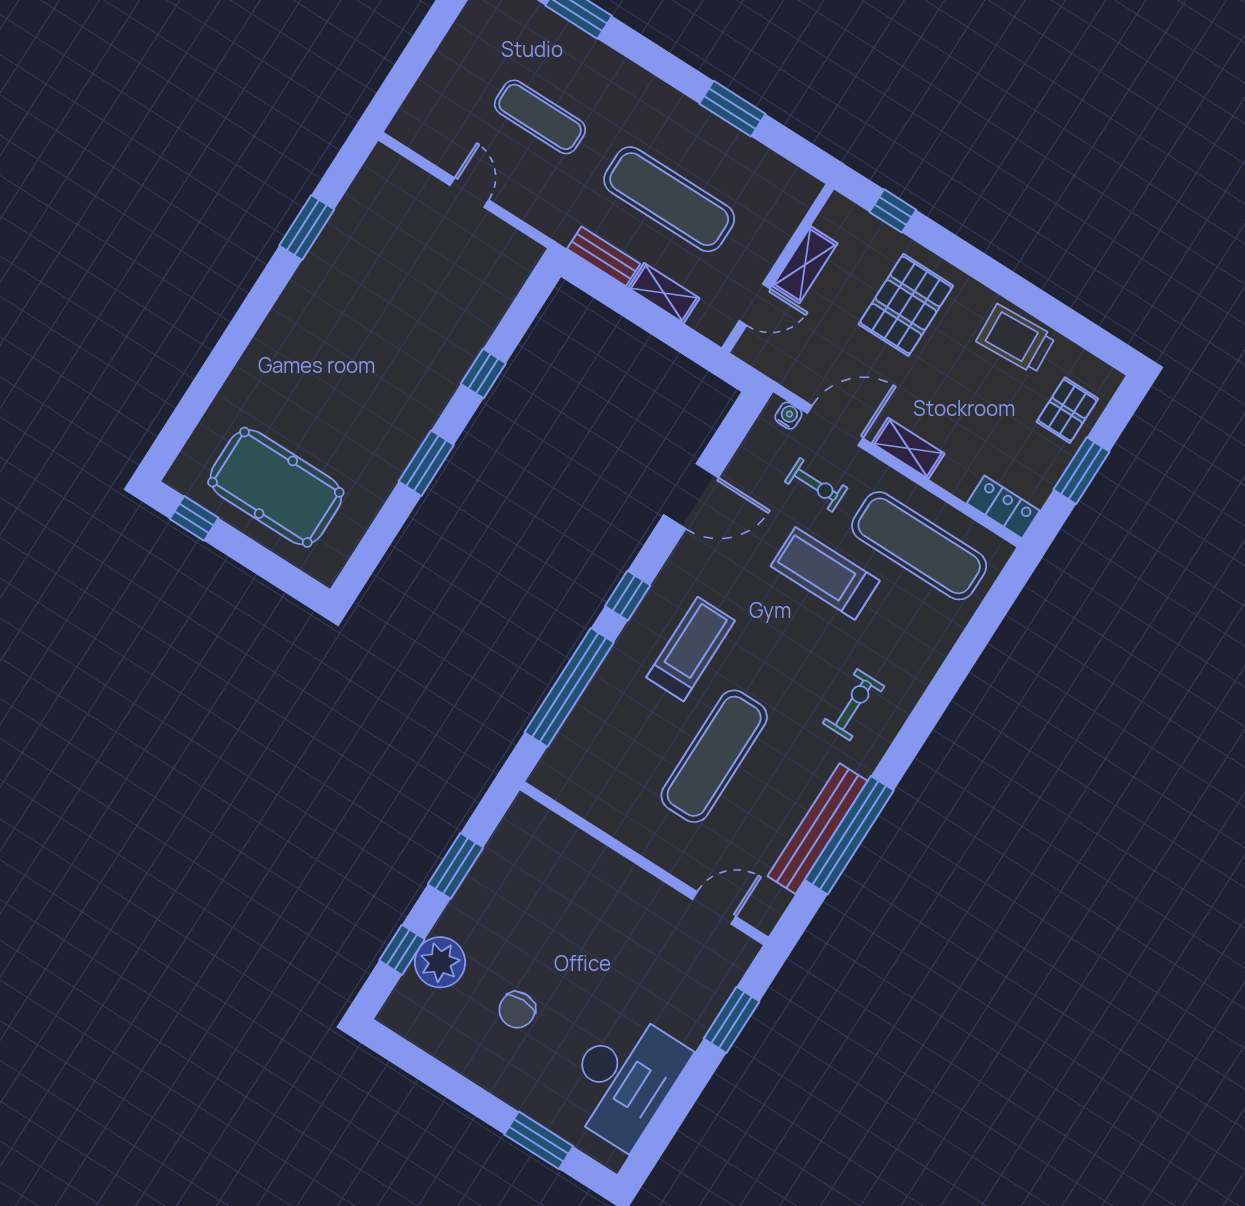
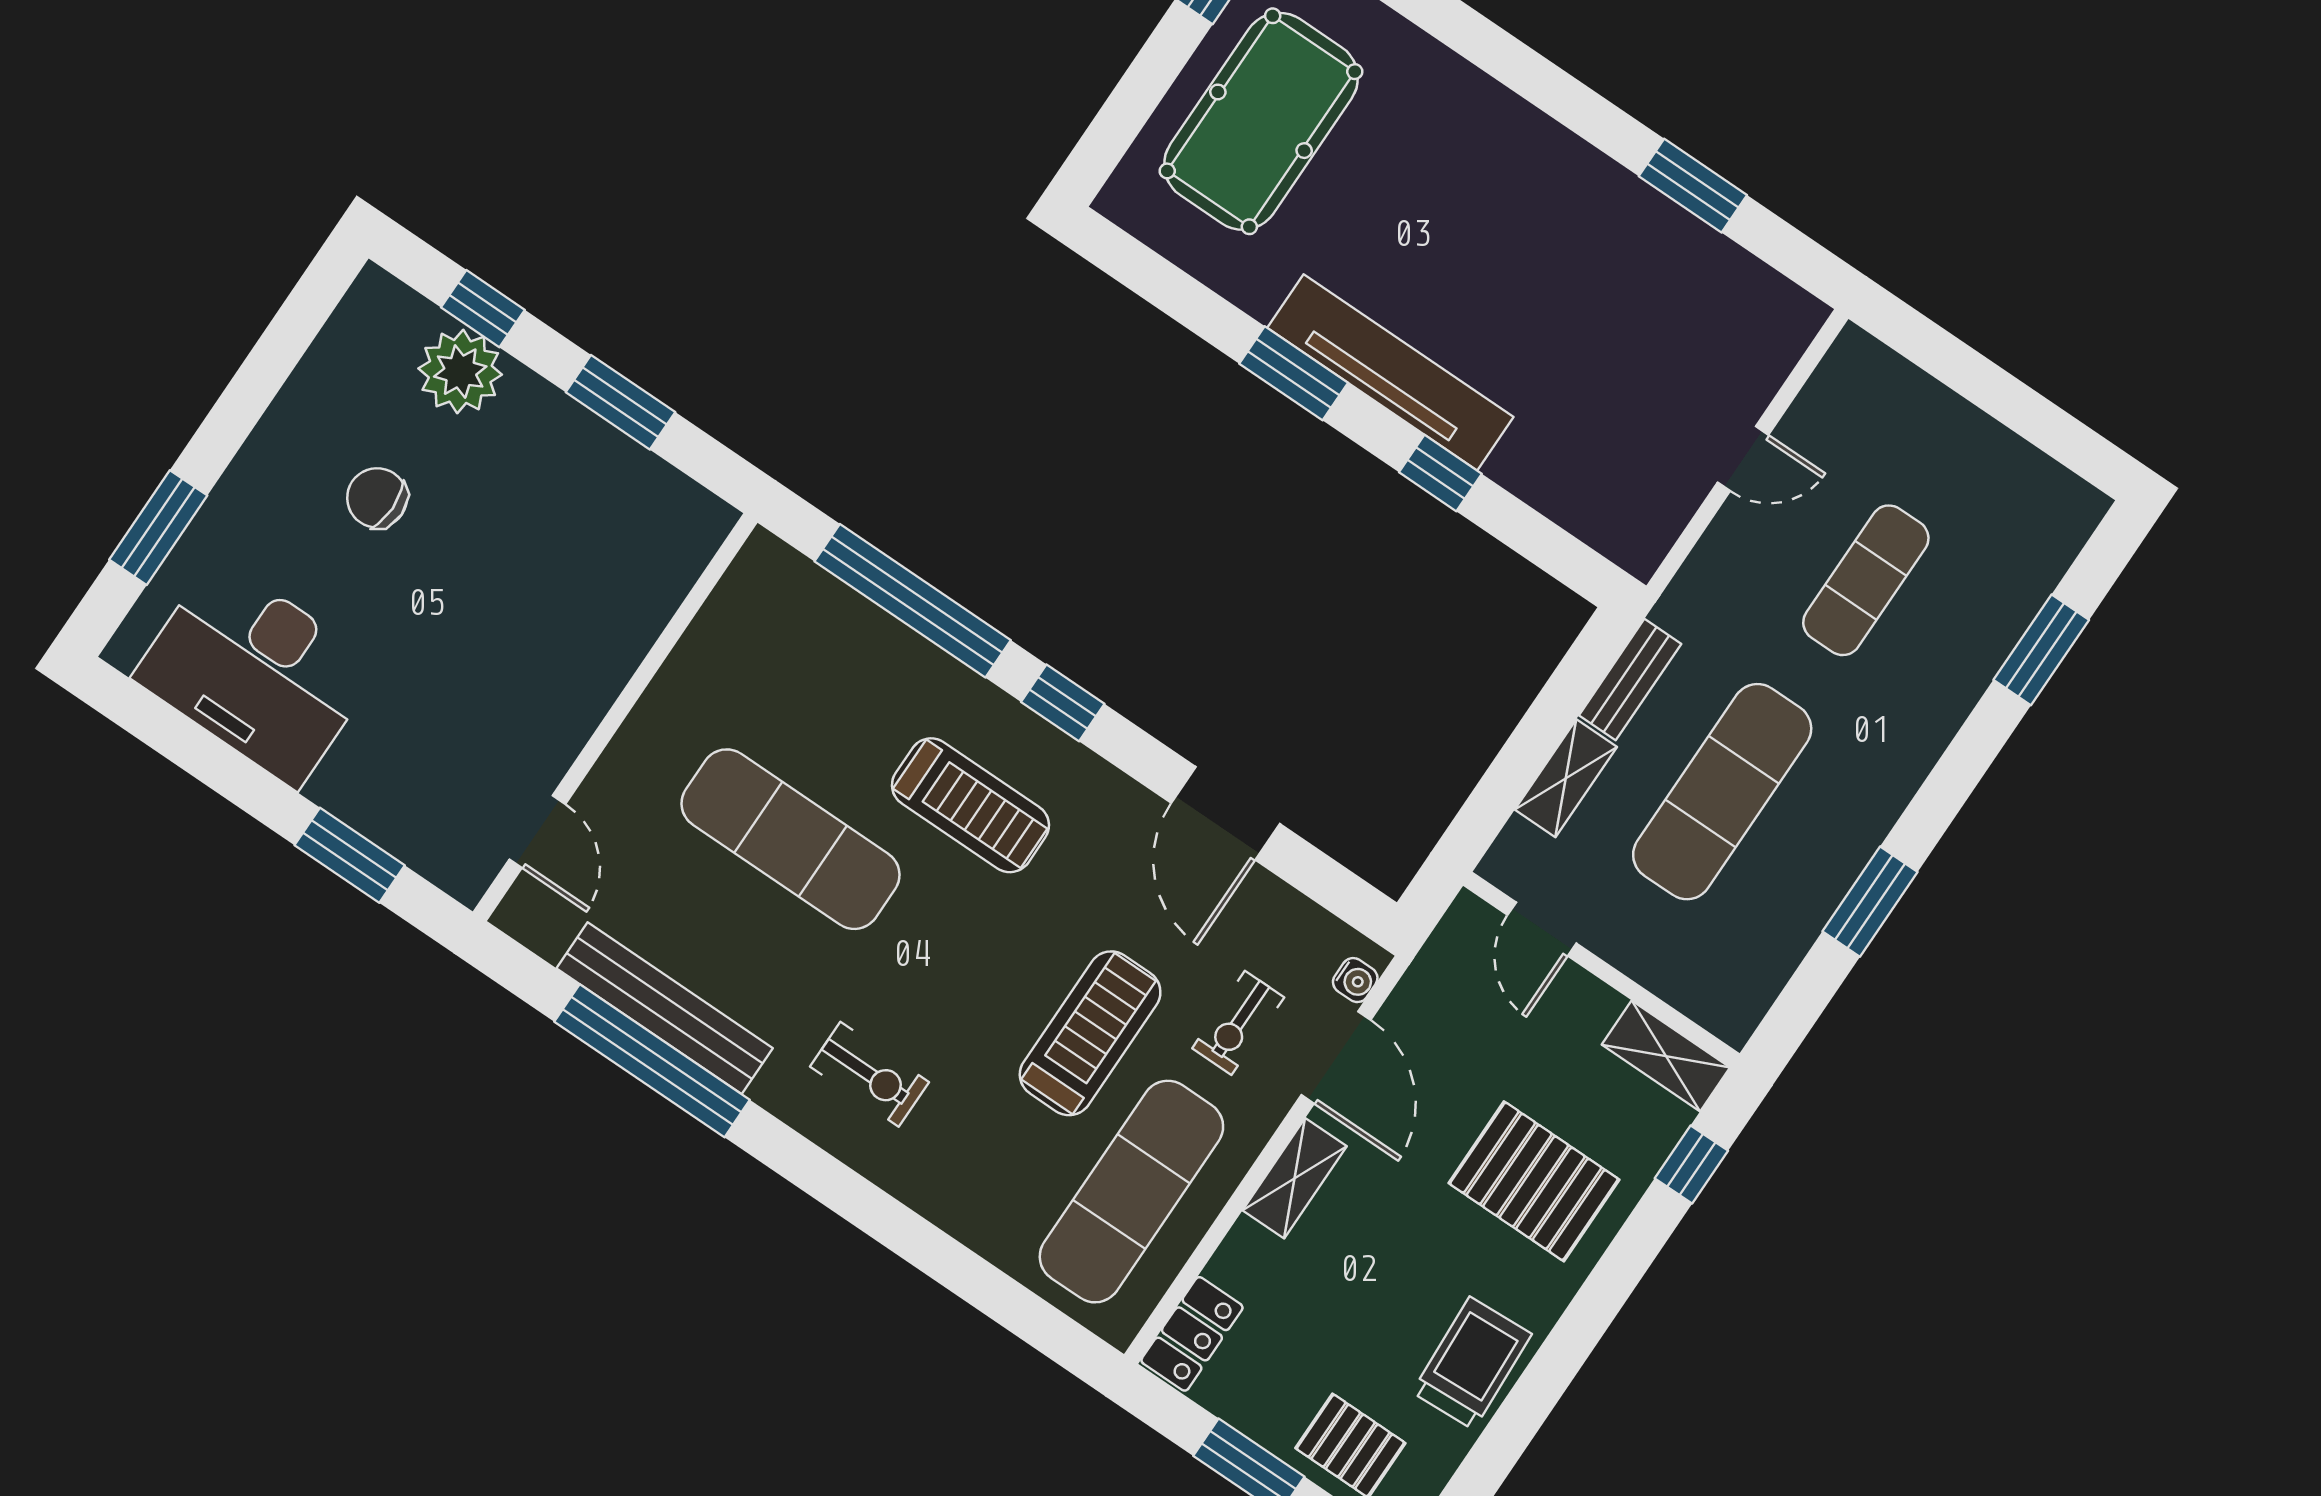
shelving: (805, 265) -> (1666, 1056), moved
tv unit: (424, 405) -> (1390, 372), added

